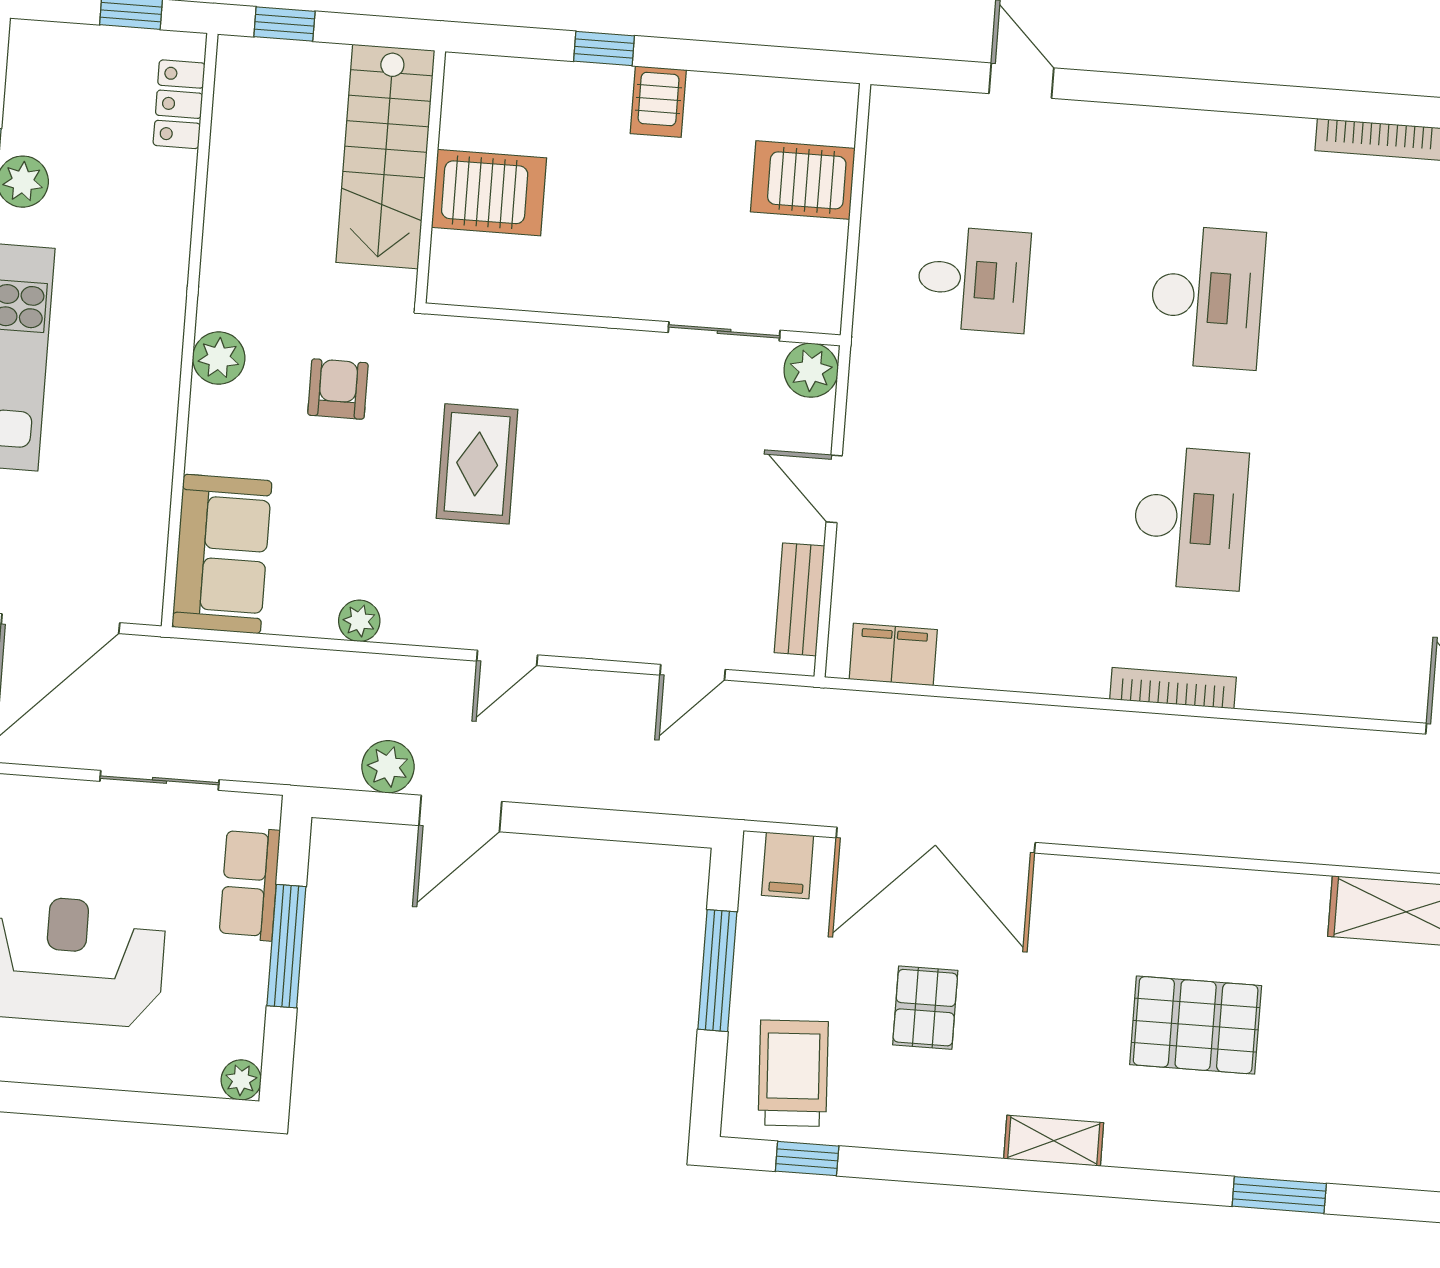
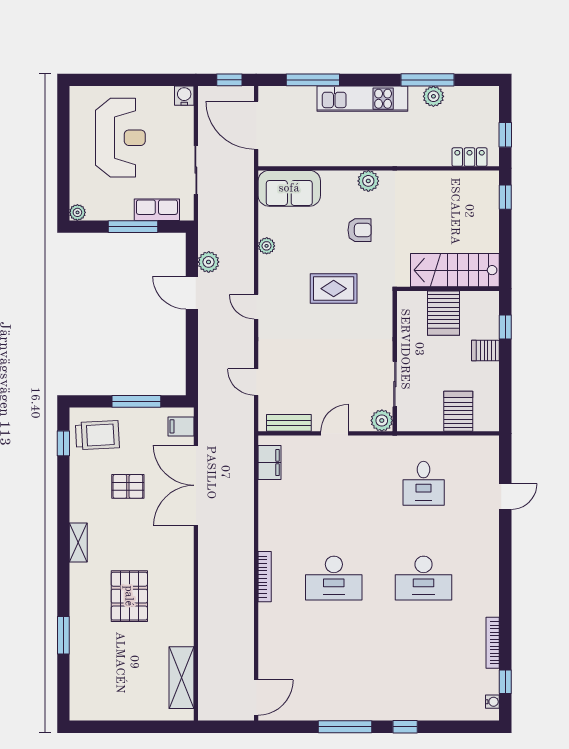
stairs: (385, 156) -> (455, 270), moved
wall: (430, 177) -> (448, 289), moved
server rack: (489, 193) -> (443, 313), moved

